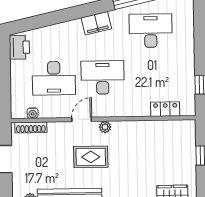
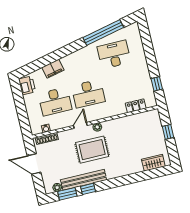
filing cabinet: (96, 23) -> (53, 69), moved
desk: (103, 77) -> (88, 94), turned 180
rug: (91, 157) -> (92, 150), width x1.36, depth x1.43

